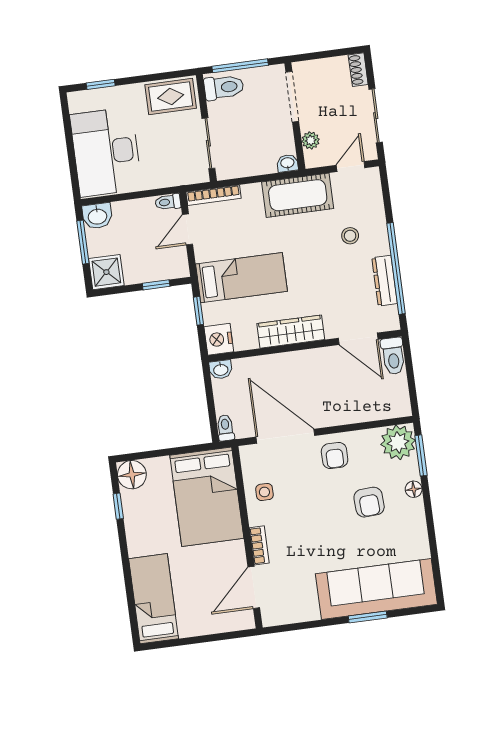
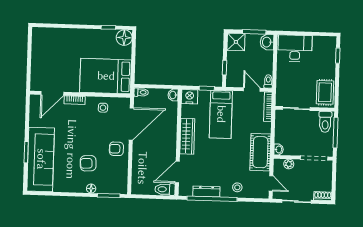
desk: (106, 152) -> (295, 48), width x0.73, depth x0.77
stool: (350, 236) -> (237, 187), moved
plant: (398, 442) -> (118, 184), removed
door: (254, 587) -> (52, 93), swing flipped
bed: (154, 599) -> (55, 38), removed

